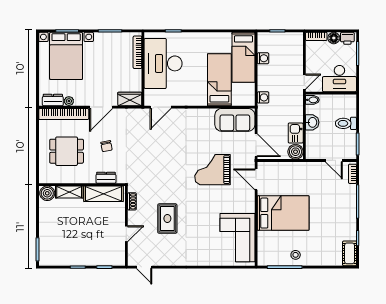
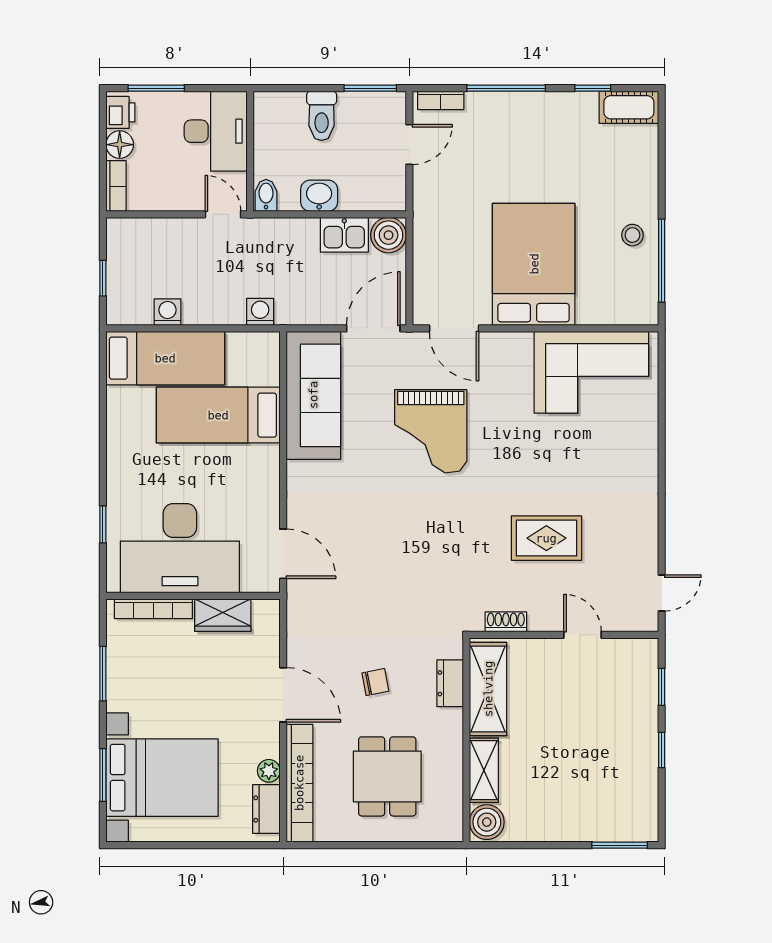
wardrobe: (130, 99) -> (223, 615), moved, turned -90
sofa: (235, 120) -> (313, 395), width x1.36
door: (256, 179) -> (454, 328), hinge flipped

